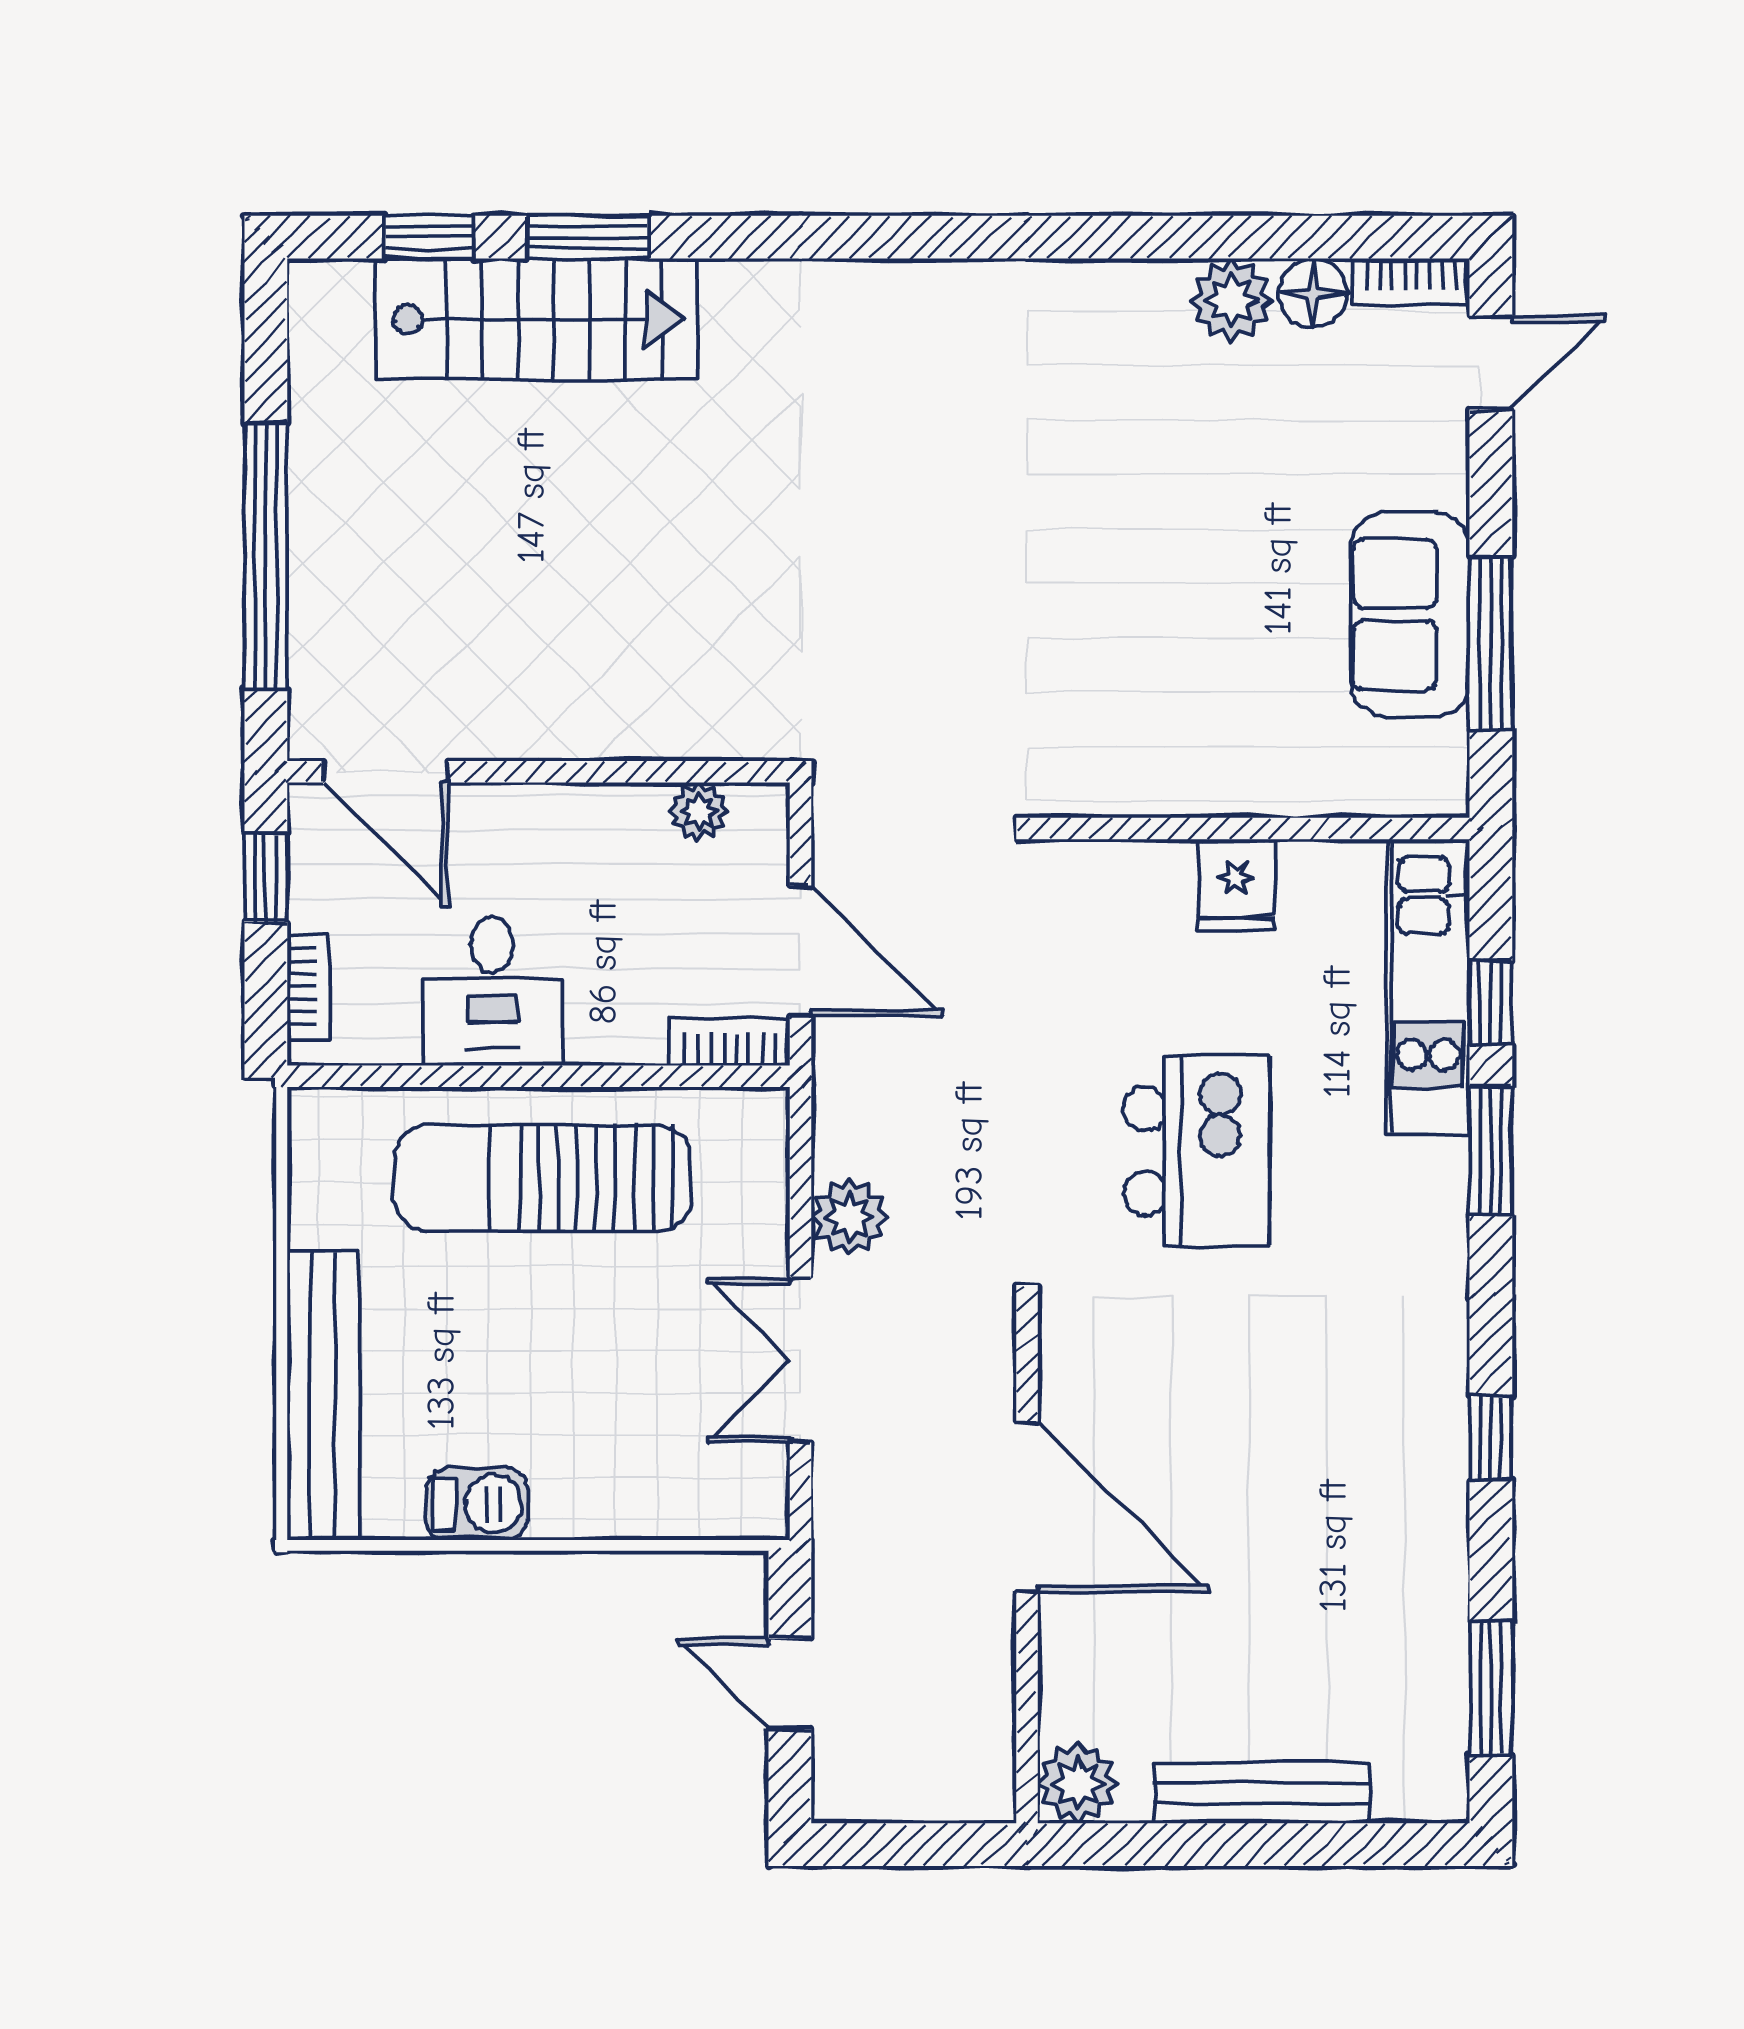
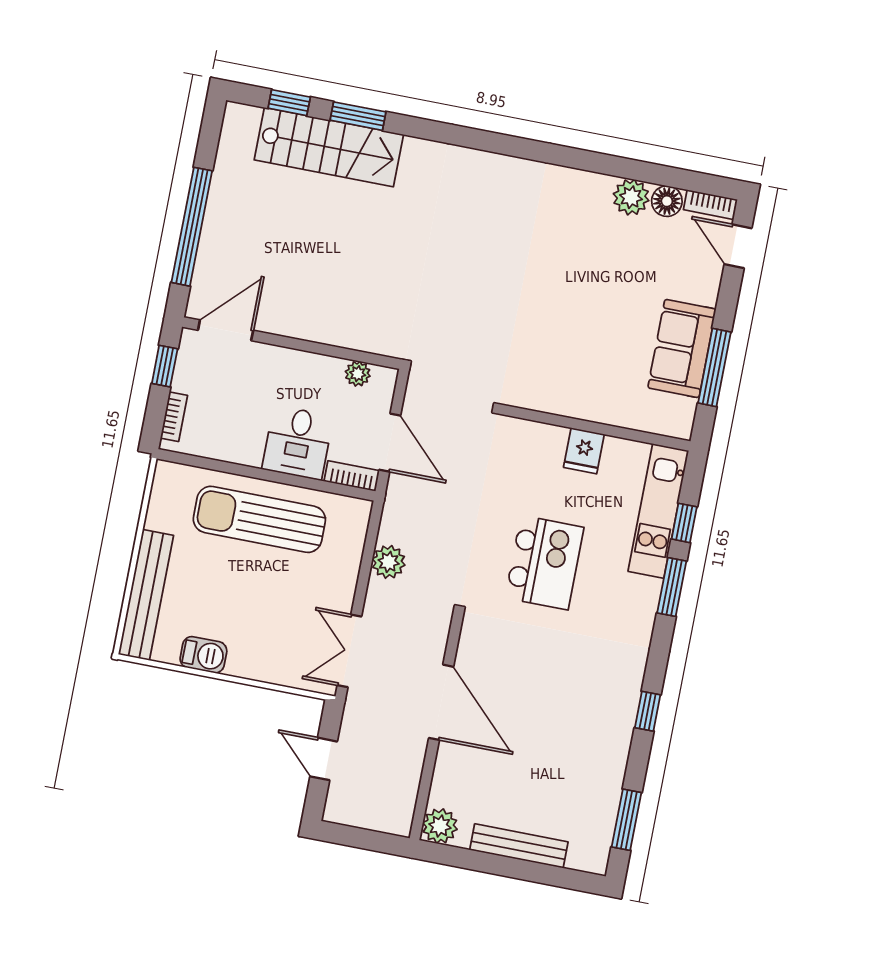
door: (1491, 363) -> (738, 246), swing flipped
door: (386, 772) -> (226, 330), swing flipped
desk: (492, 991) -> (298, 443), moved
double door: (800, 1360) -> (349, 651), moved

